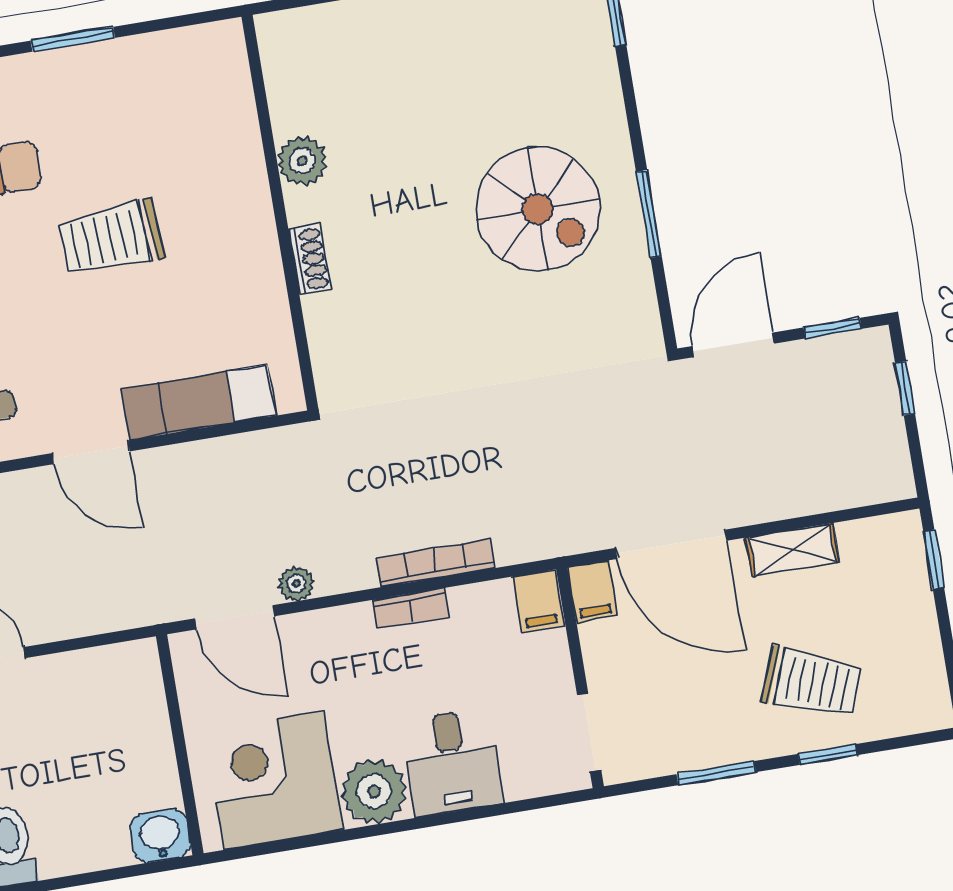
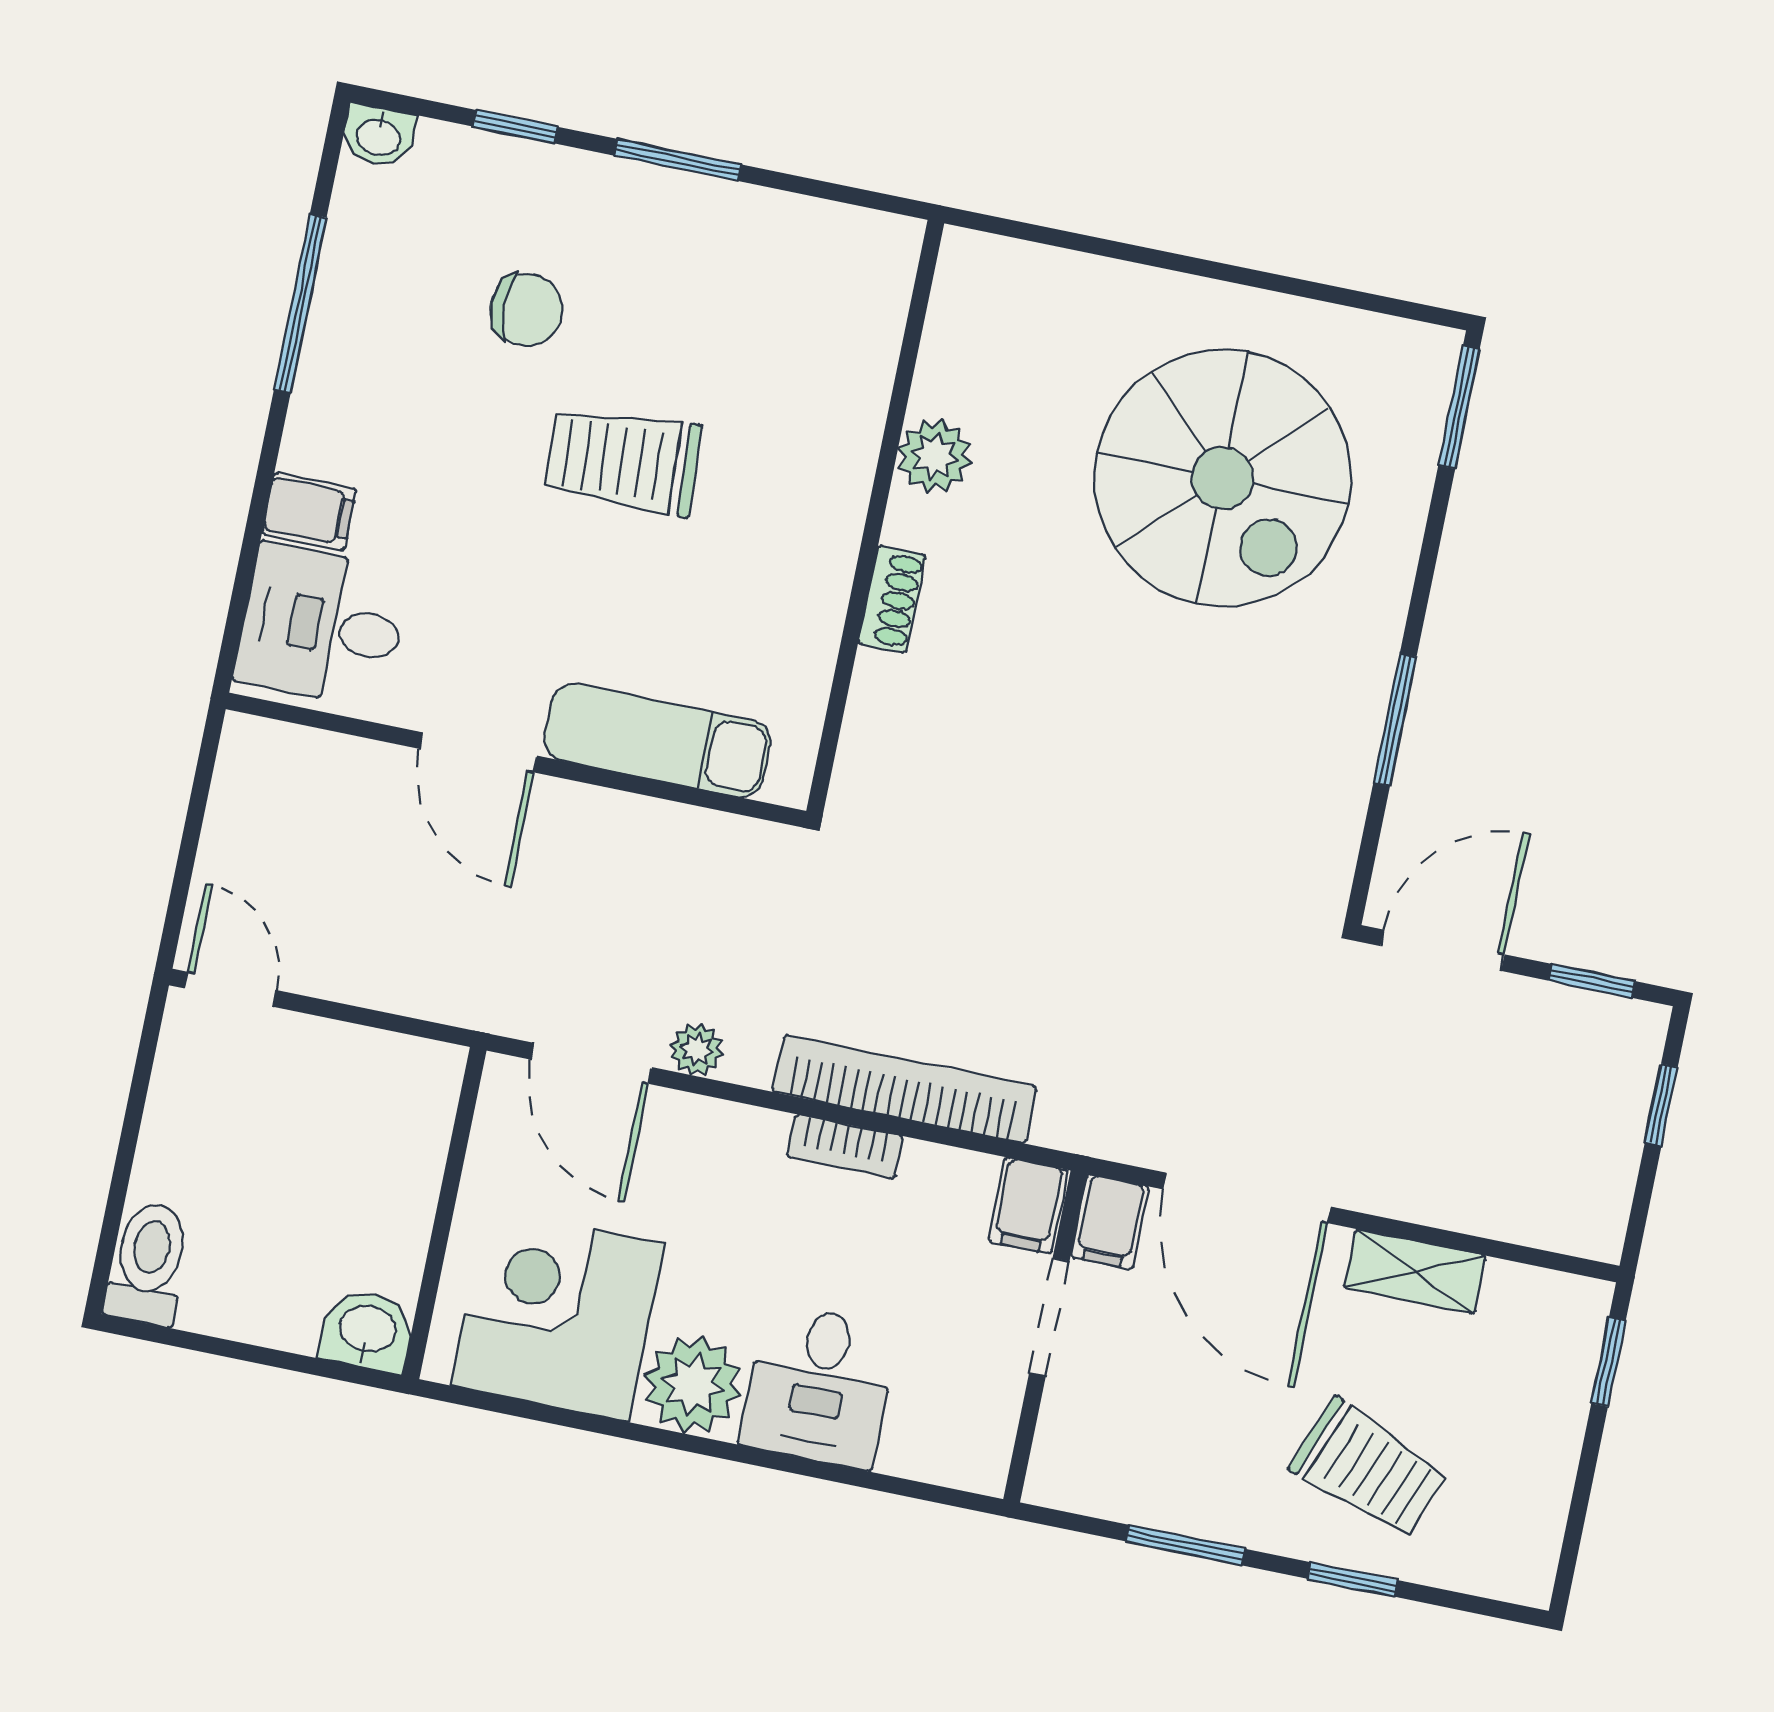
spiral stairs: (538, 209) -> (1223, 478), moved, width x1.37, depth x1.37
bookcase: (435, 563) -> (905, 1089), width x1.48, depth x1.31
doorway: (589, 732) -> (1049, 1317), moved

